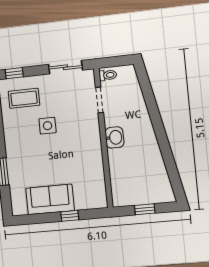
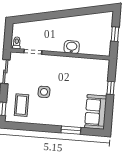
washbasin: (114, 137) -> (72, 47), moved
sofa: (50, 199) -> (96, 112), moved

